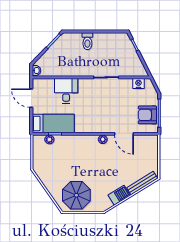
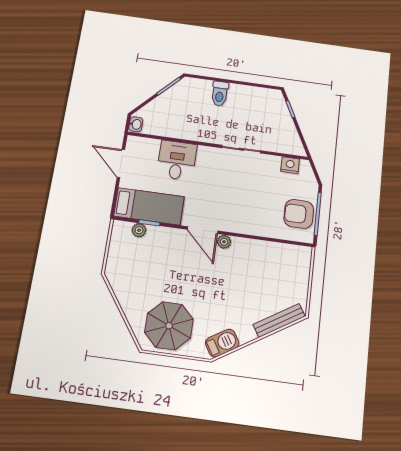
door: (124, 134) -> (203, 230), moved
barbecue: (119, 195) -> (222, 343), moved

